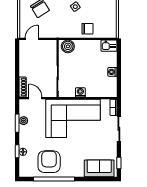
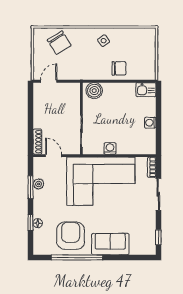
sofa: (99, 168) -> (110, 244), moved

